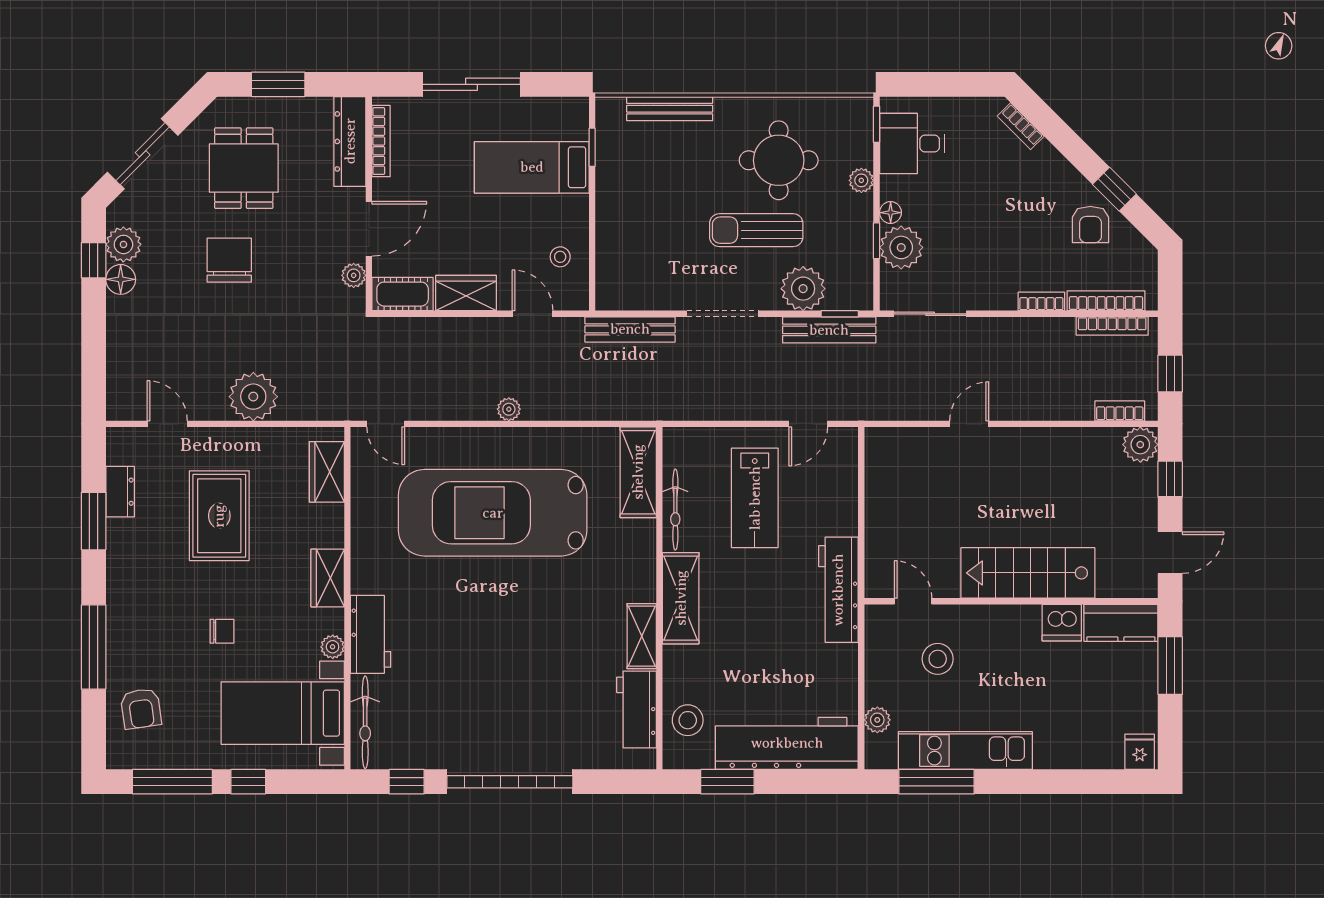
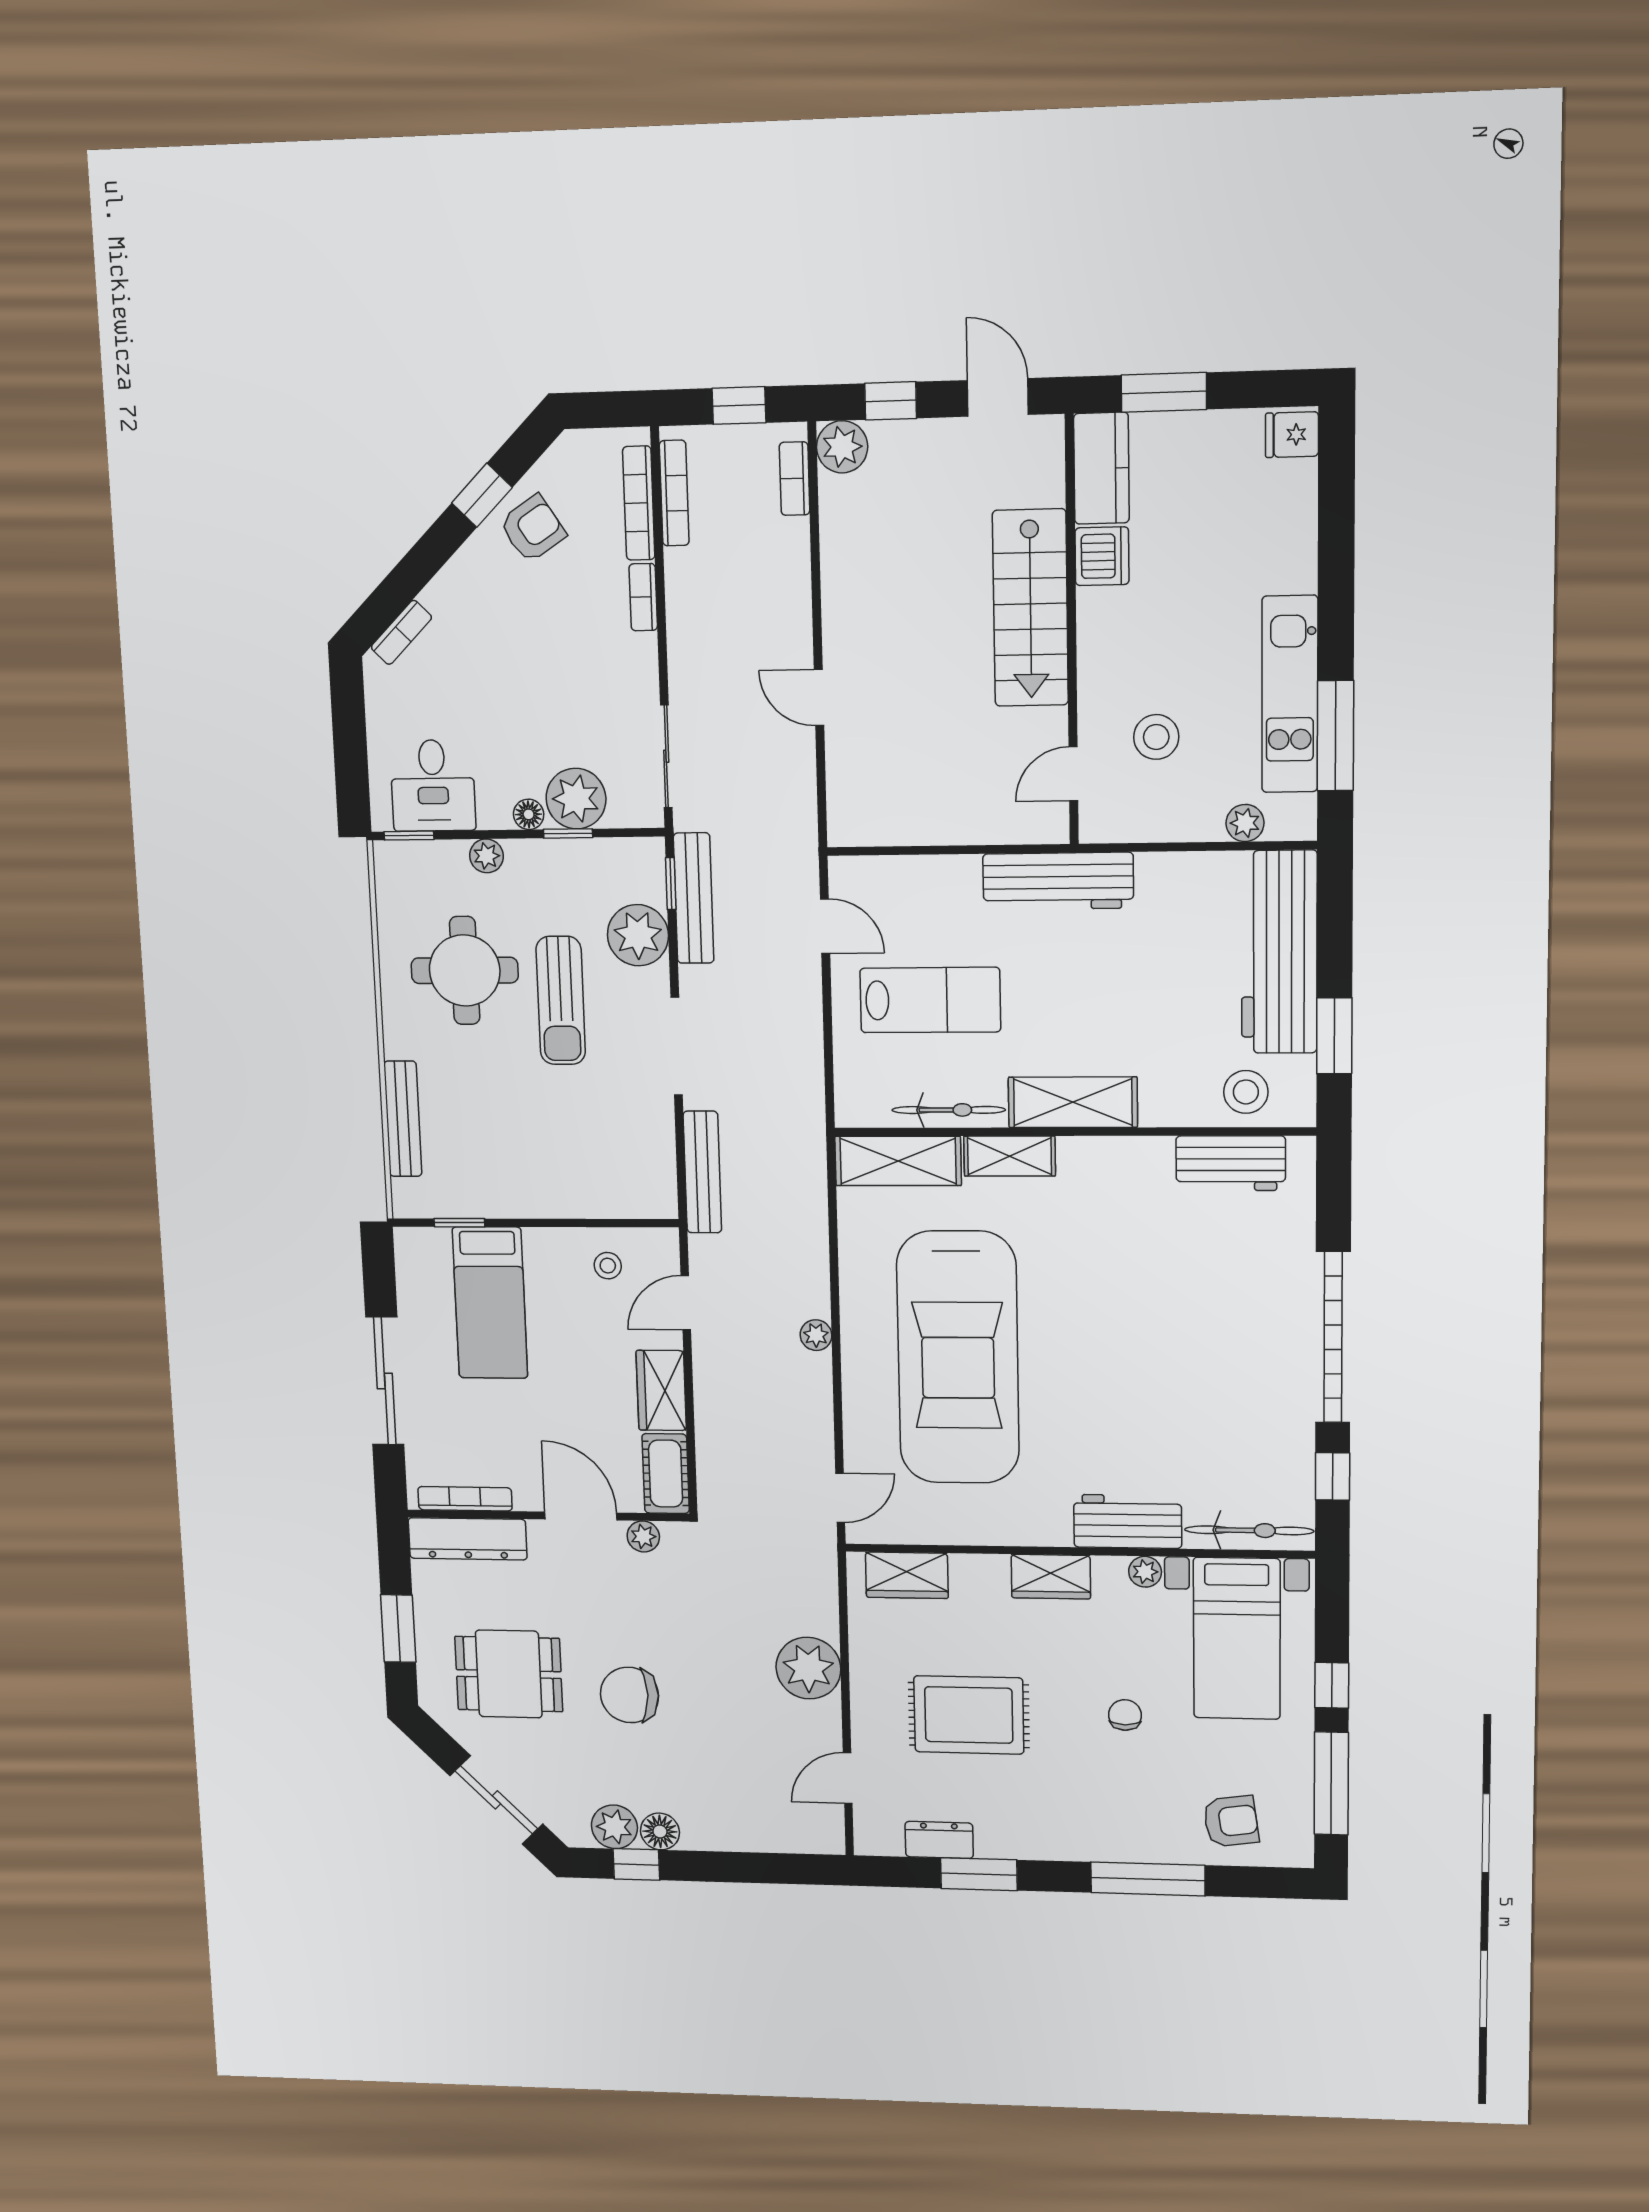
armchair: (1090, 224) -> (533, 529), turned -33
shelving: (642, 636) -> (1010, 1156), moved

